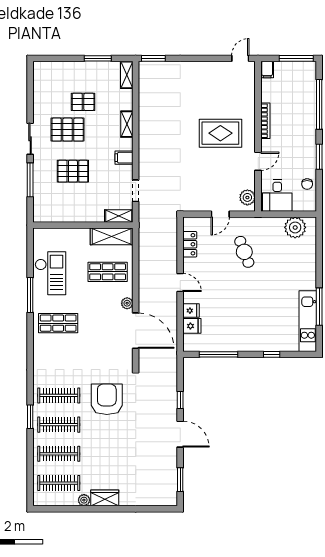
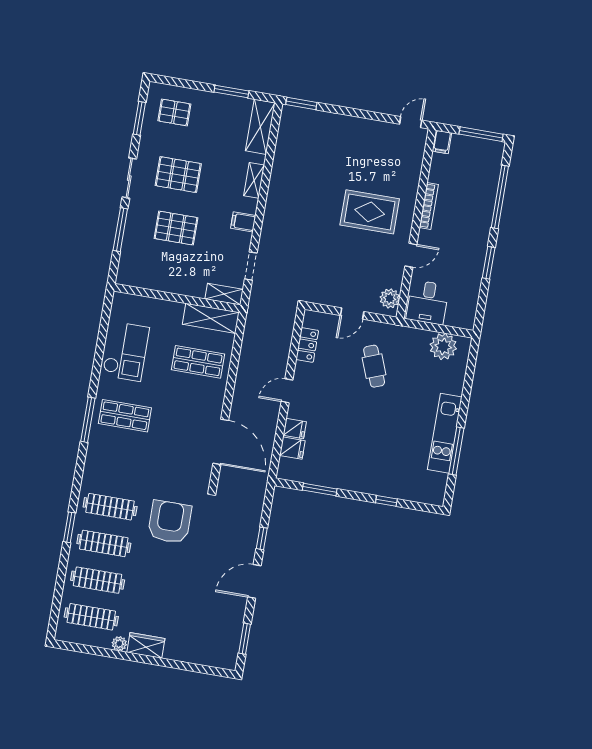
shelving: (127, 75) -> (260, 127), width x1.50, depth x1.33
window: (30, 91) -> (139, 118), added
pallet: (83, 102) -> (174, 112), moved
chair: (307, 184) -> (468, 294), removed
door: (180, 282) -> (287, 391), swing flipped
window: (30, 295) -> (88, 420), moved
plant: (127, 303) -> (216, 406), removed
kitchen unit: (308, 321) -> (445, 433), moved
window: (219, 354) -> (320, 490), width x0.69
door: (180, 434) -> (254, 581), swing flipped

